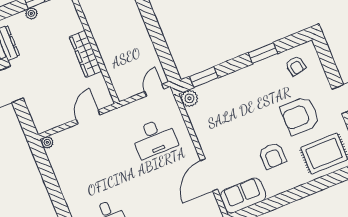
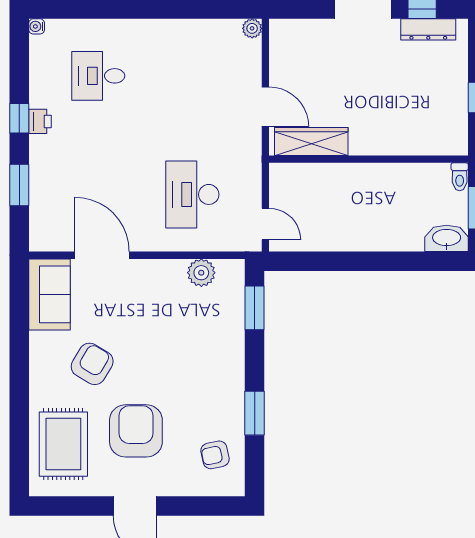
plant: (31, 13) -> (459, 84), removed
wardrobe: (85, 54) -> (311, 141), moved
plant: (189, 98) -> (201, 273), moved
armchair: (272, 156) -> (92, 364), turned 121

